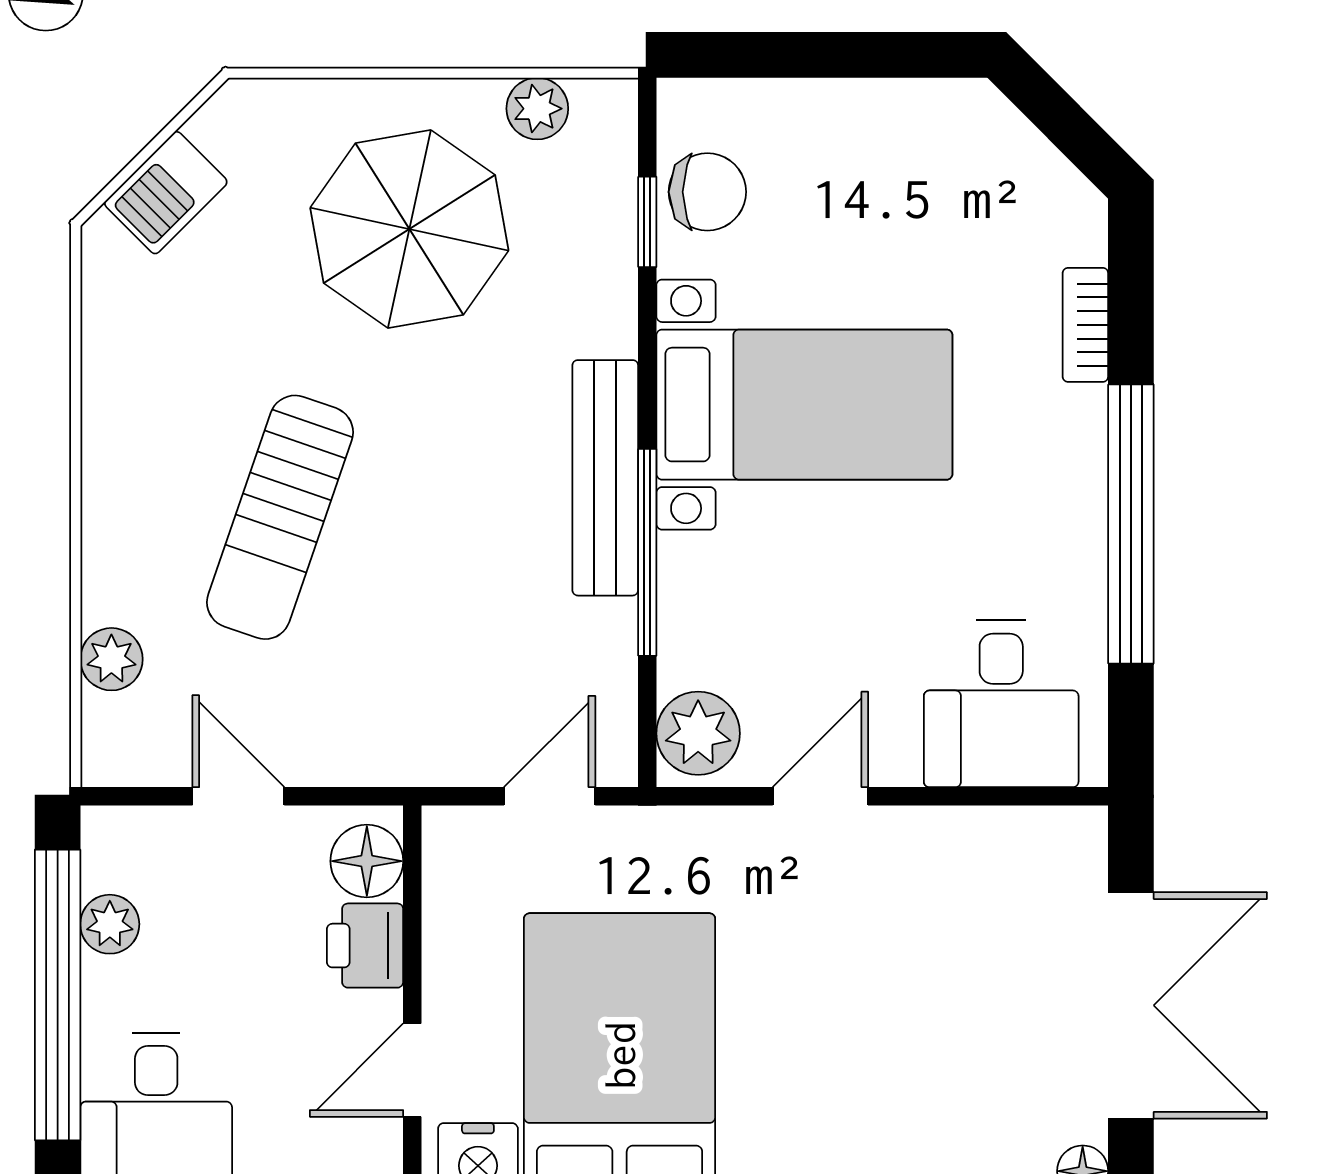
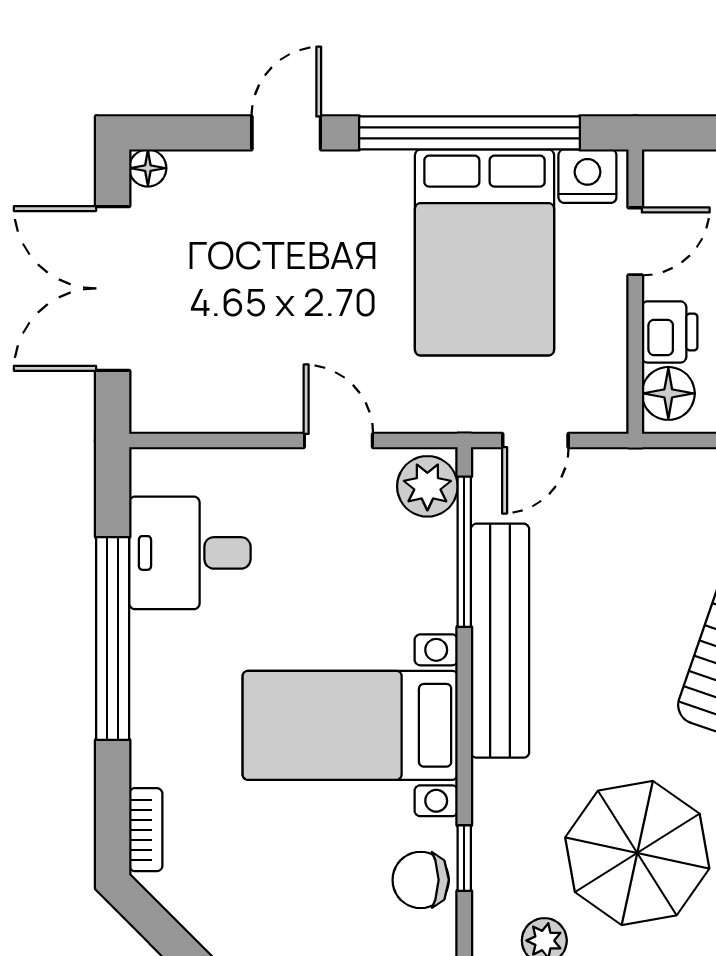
bookcase: (1085, 325) -> (146, 830), moved
bench: (605, 478) -> (500, 641), width x1.37, depth x1.21
window: (647, 552) -> (464, 552), moved
desk: (1001, 704) -> (190, 553), moved, turned -90
door: (820, 796) -> (338, 440), swing flipped

